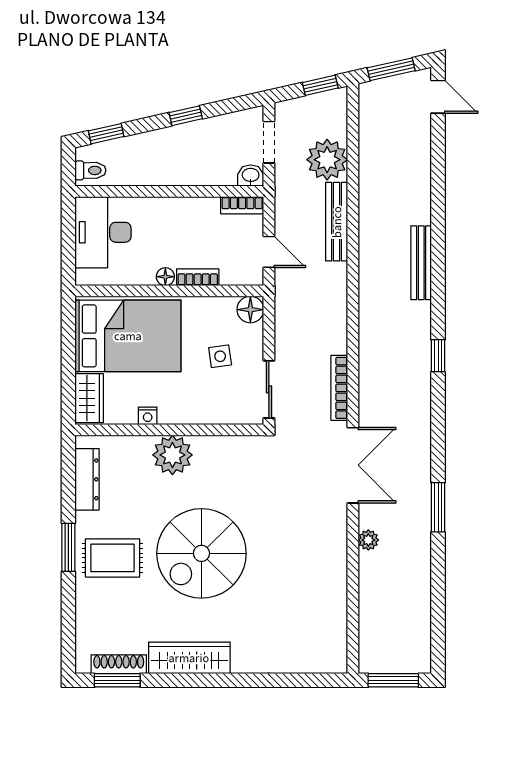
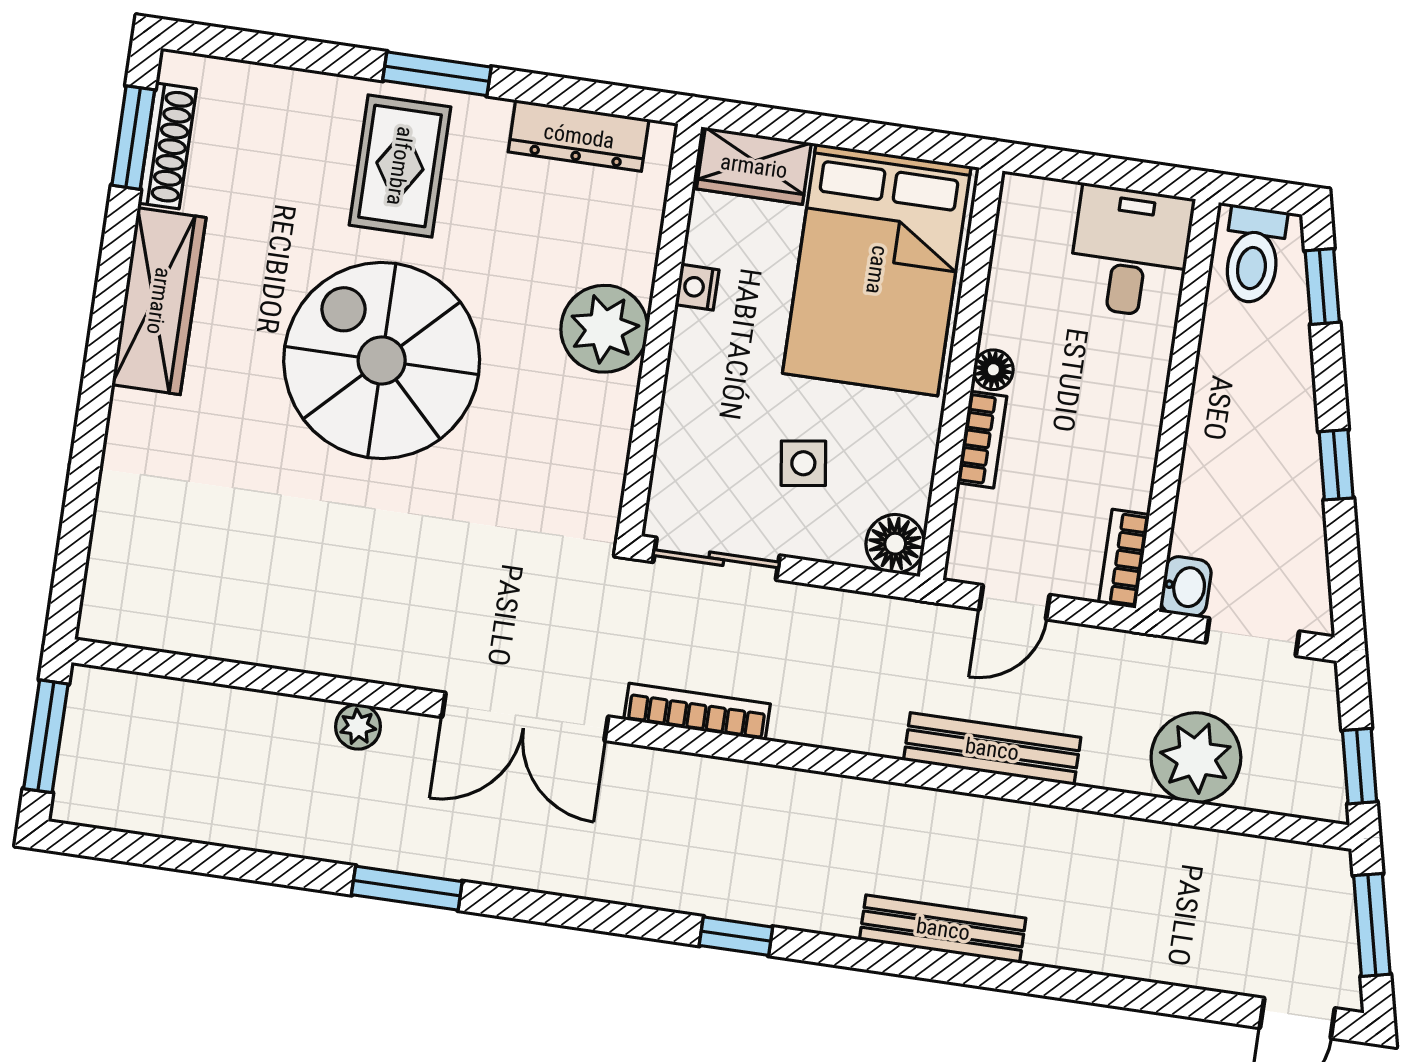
toilet: (90, 170) -> (1253, 255), width x1.37, depth x1.39
bench: (337, 222) -> (992, 749), moved
desk: (103, 232) -> (1130, 252), width x0.73

